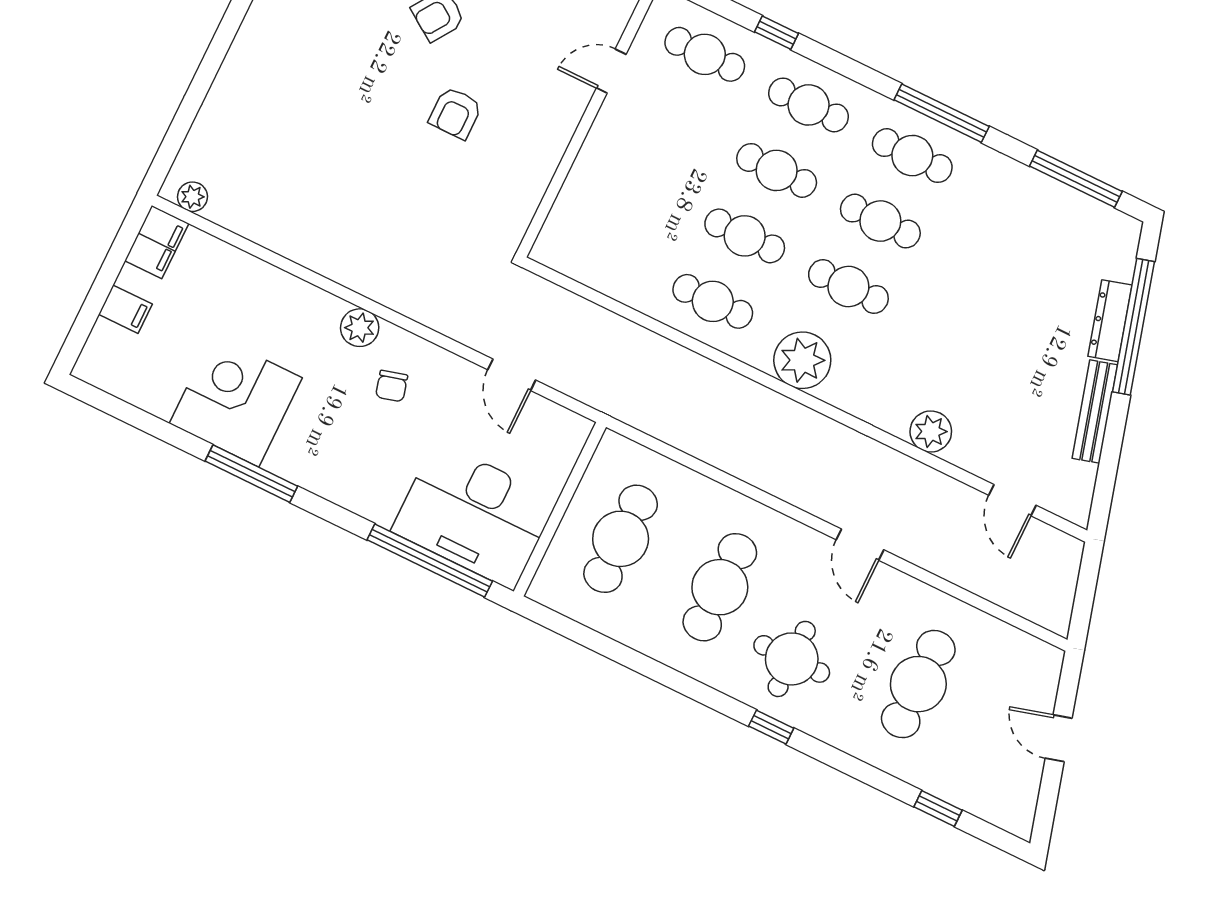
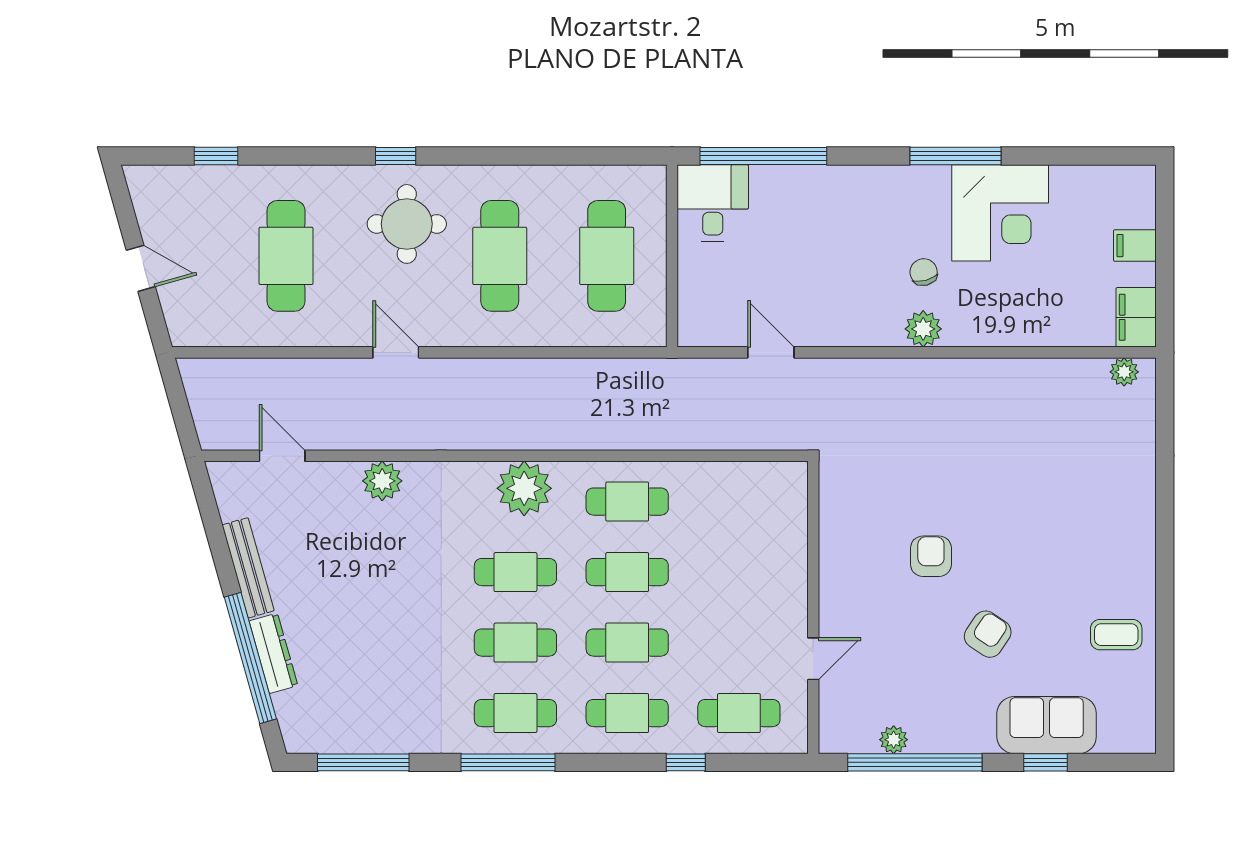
chair: (392, 386) -> (924, 272), moved
desk: (474, 515) -> (713, 203), width x0.53, depth x0.77

